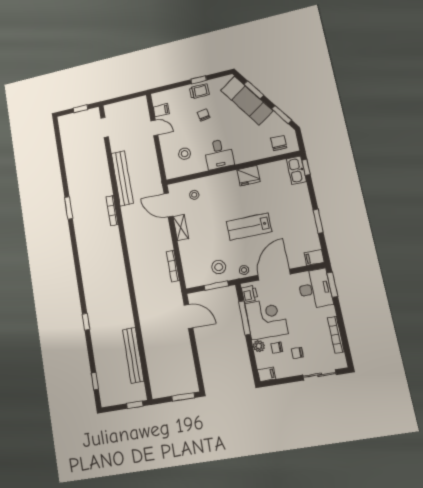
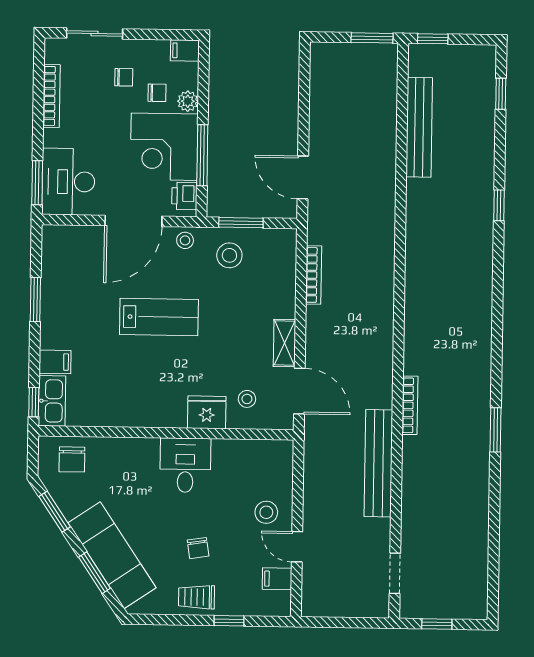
window: (199, 80) -> (229, 621), moved
stool: (185, 154) -> (266, 512), moved
fridge: (249, 176) -> (207, 412), moved
filing cabinet: (314, 258) -> (55, 362), moved
window: (183, 397) -> (372, 38), moved

